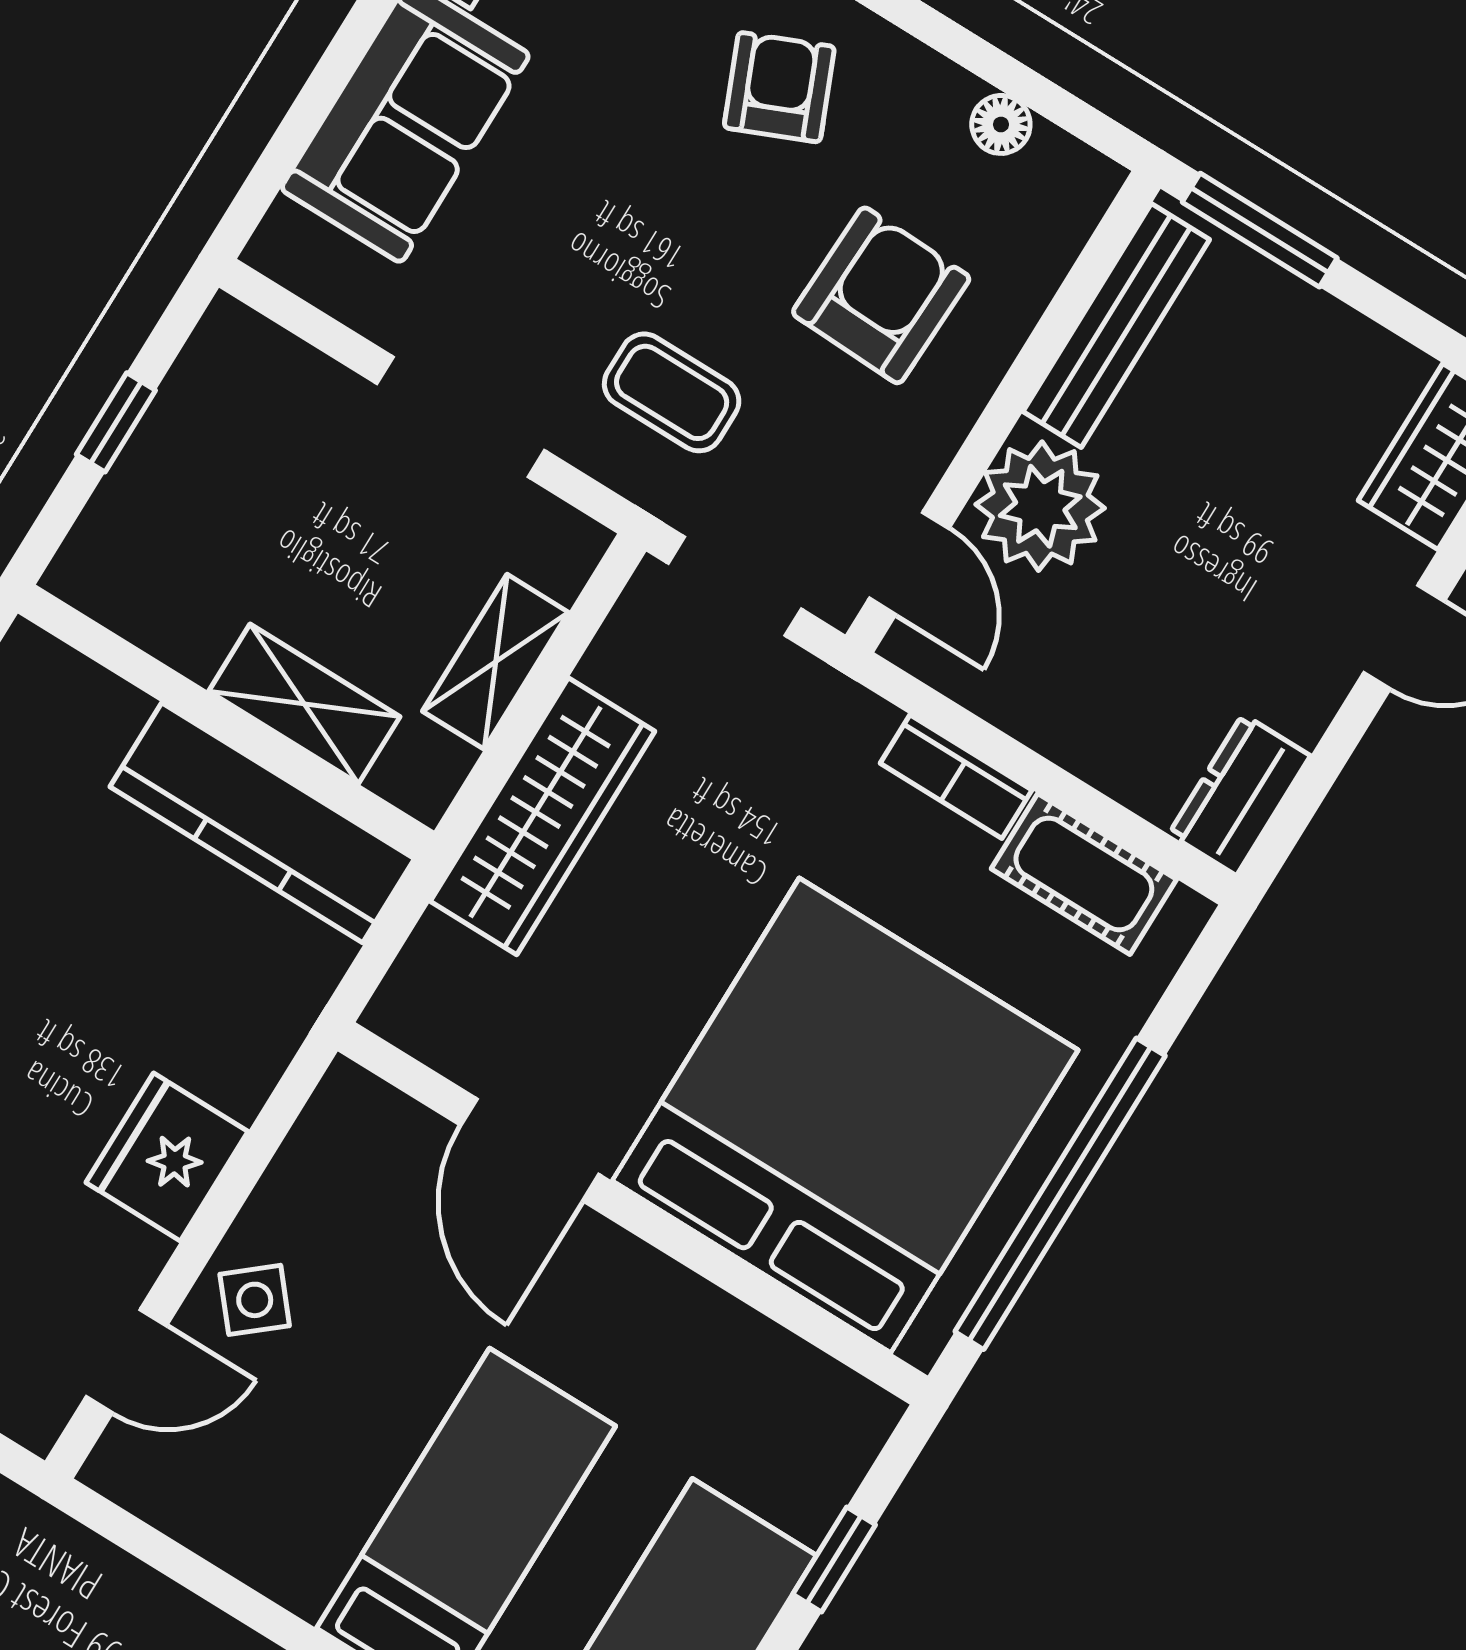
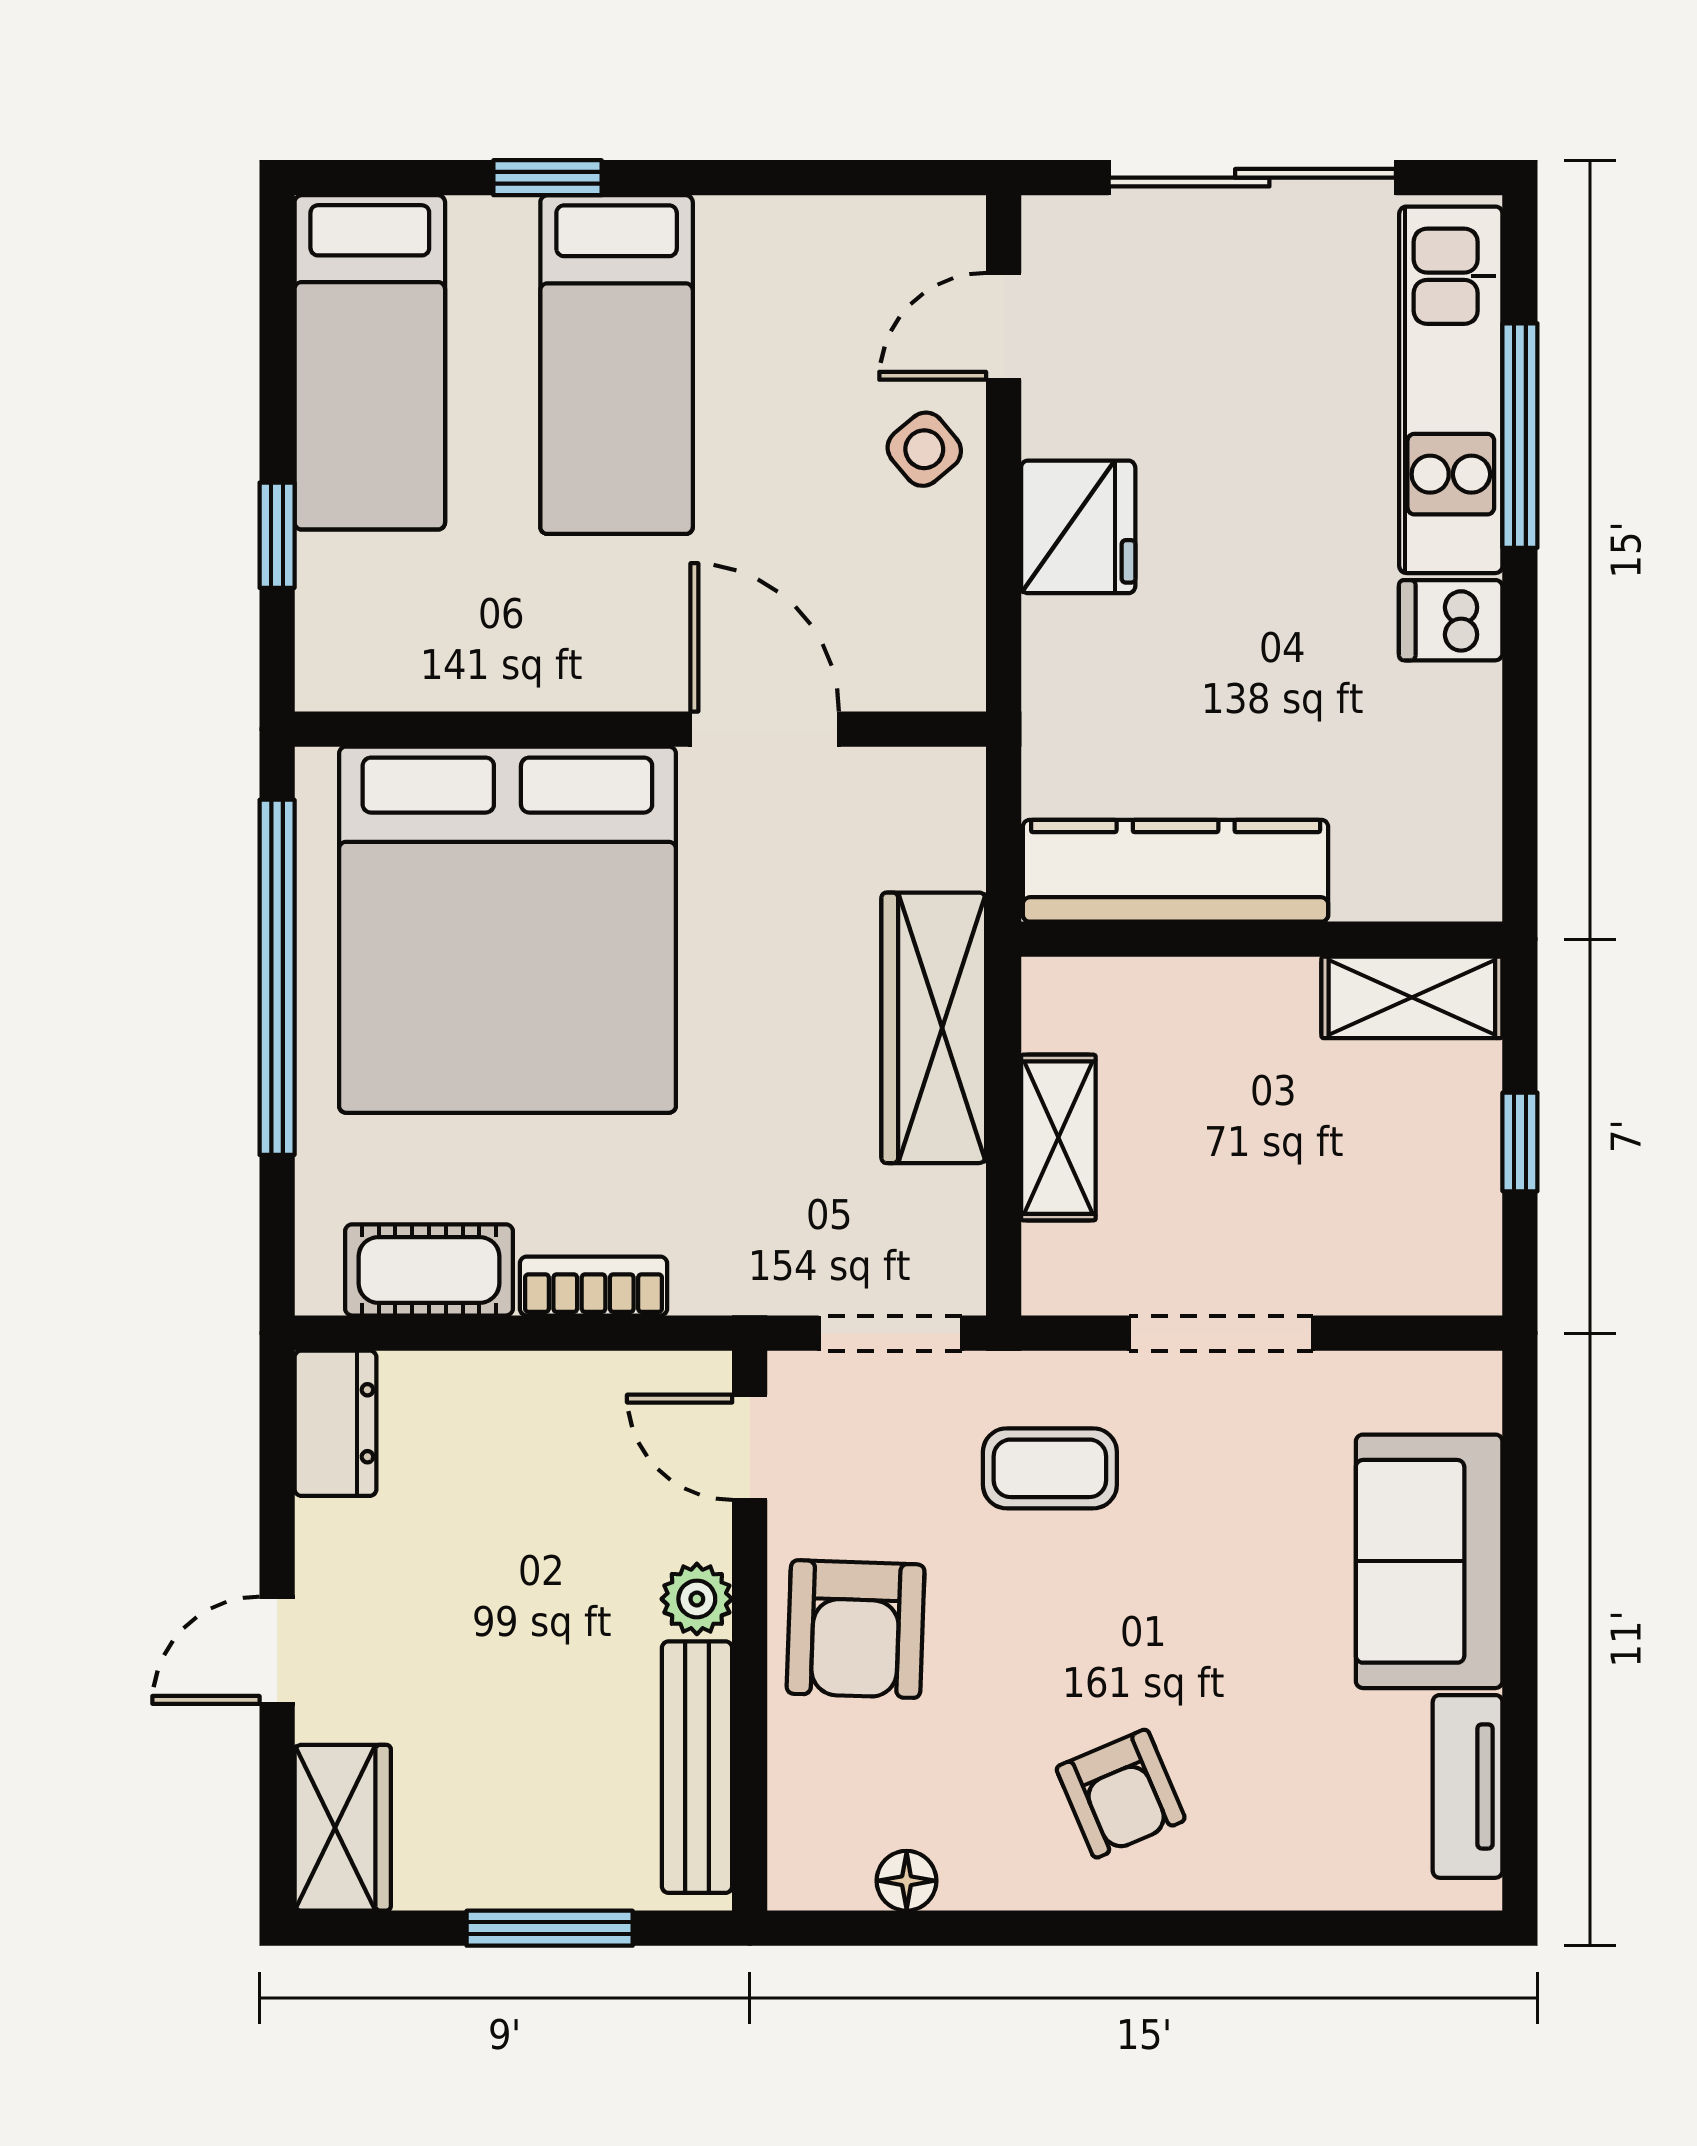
window: (1260, 230) -> (550, 1928), moved
armchair: (881, 295) -> (856, 1629), moved
plant: (1040, 506) -> (697, 1599), width x0.53, depth x0.53
shelving: (304, 704) -> (1412, 997), moved

